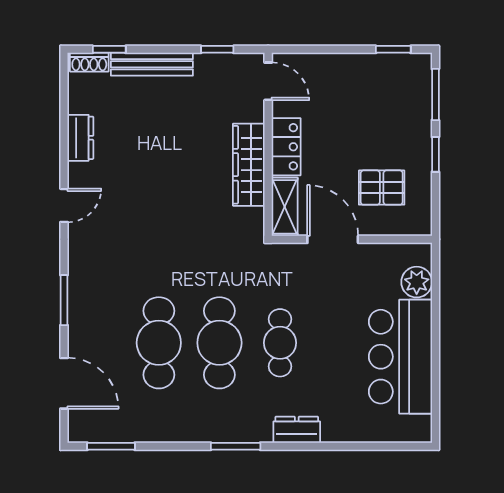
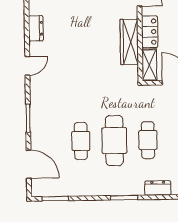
cafe table: (159, 343) -> (81, 141), width x0.73, depth x0.74

